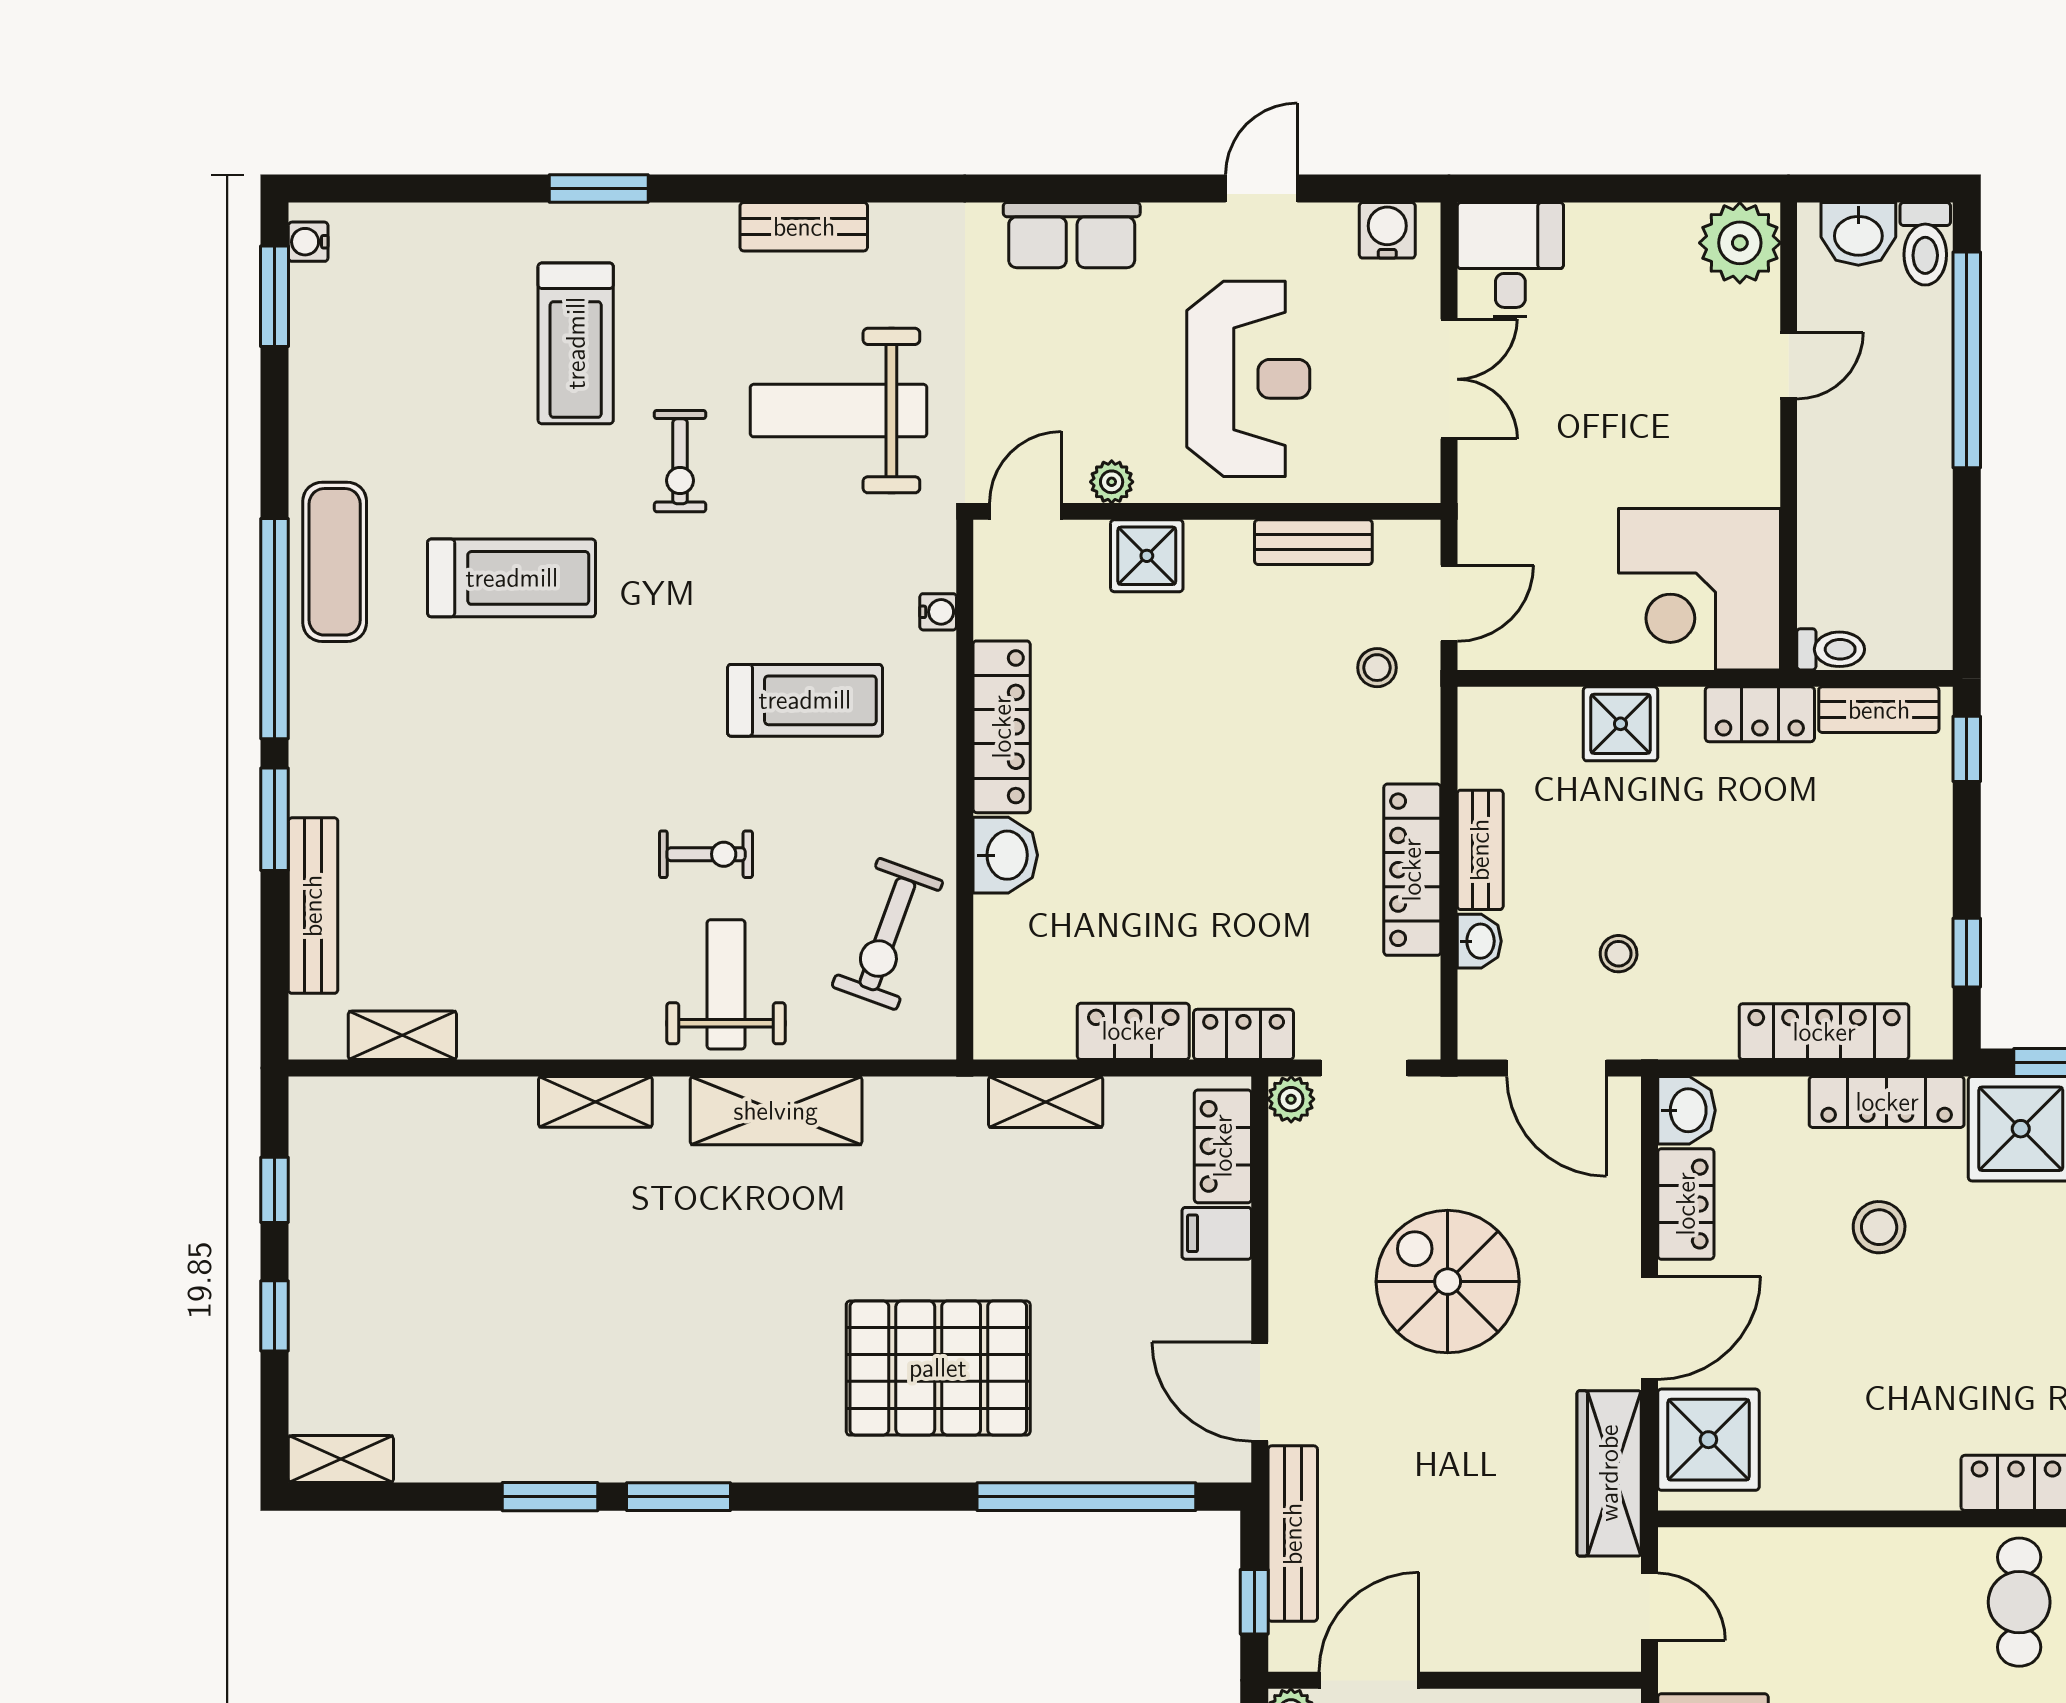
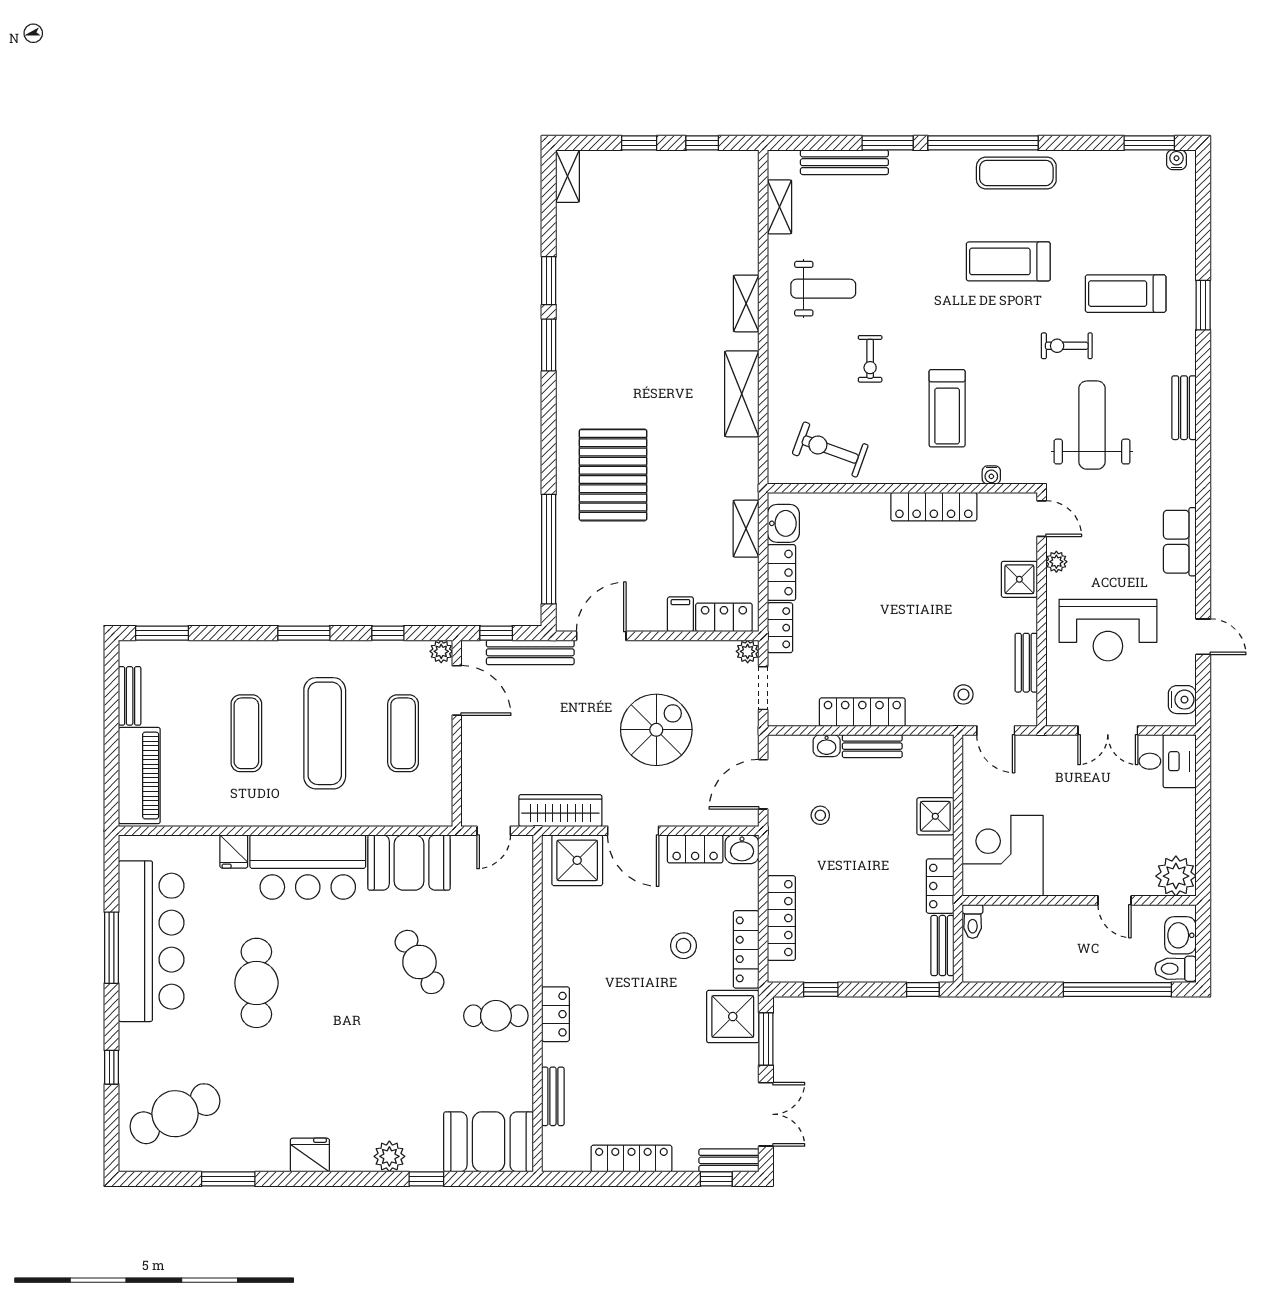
treadmill: (512, 578) -> (1008, 261), turned 90
washbasin: (1005, 855) -> (783, 523), moved, turned -90
weight bench: (726, 984) -> (823, 289), moved

